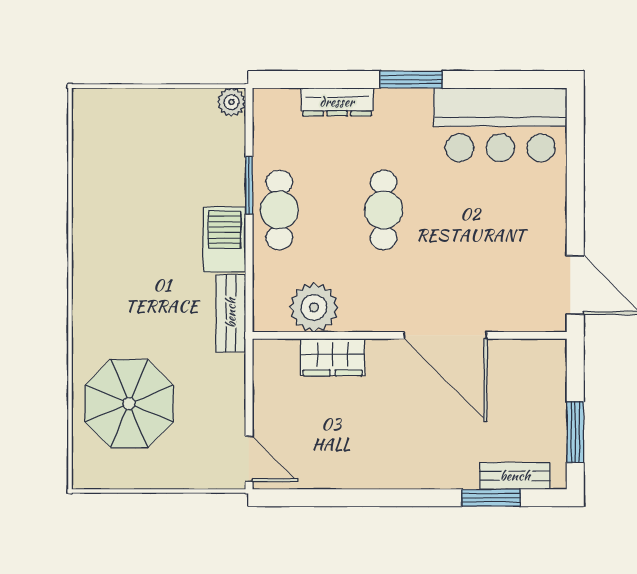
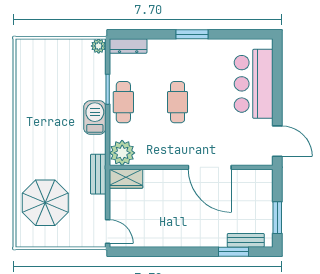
dresser: (337, 102) -> (128, 46), moved
bar counter: (500, 125) -> (254, 84), moved, turned 90
plant: (314, 307) -> (122, 153), moved
bench: (231, 313) -> (98, 174), moved
wardrobe: (333, 357) -> (126, 179), moved

